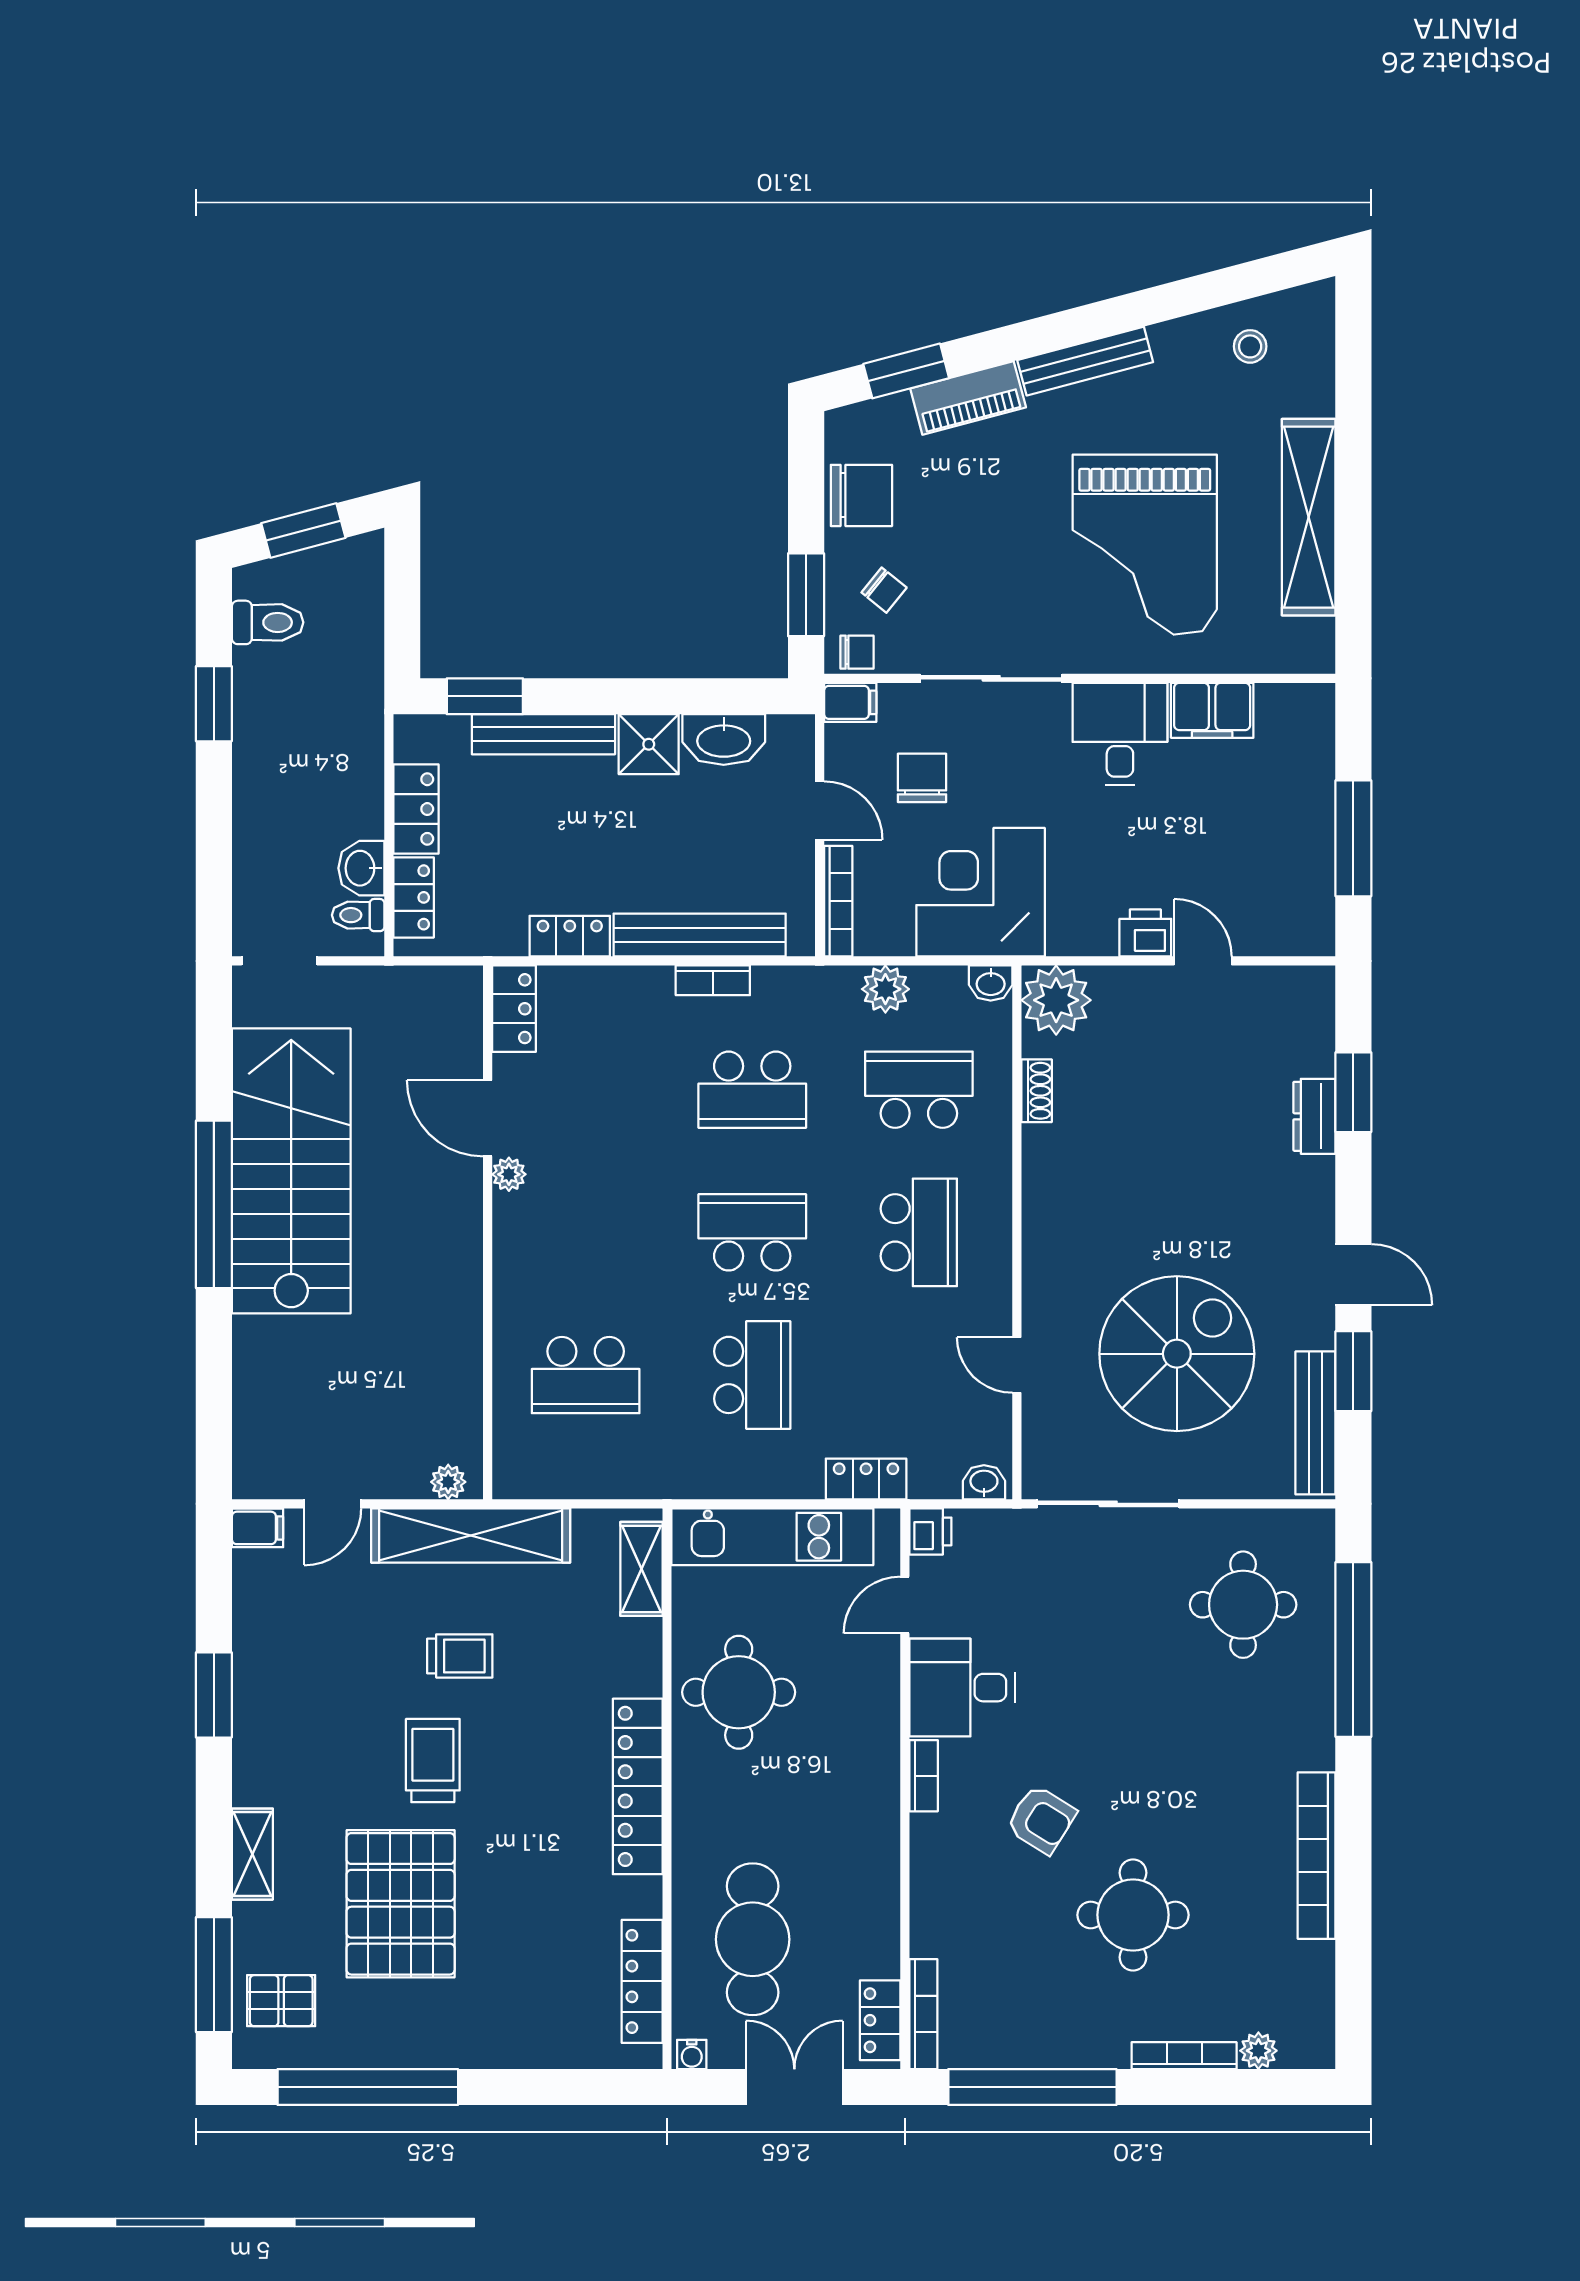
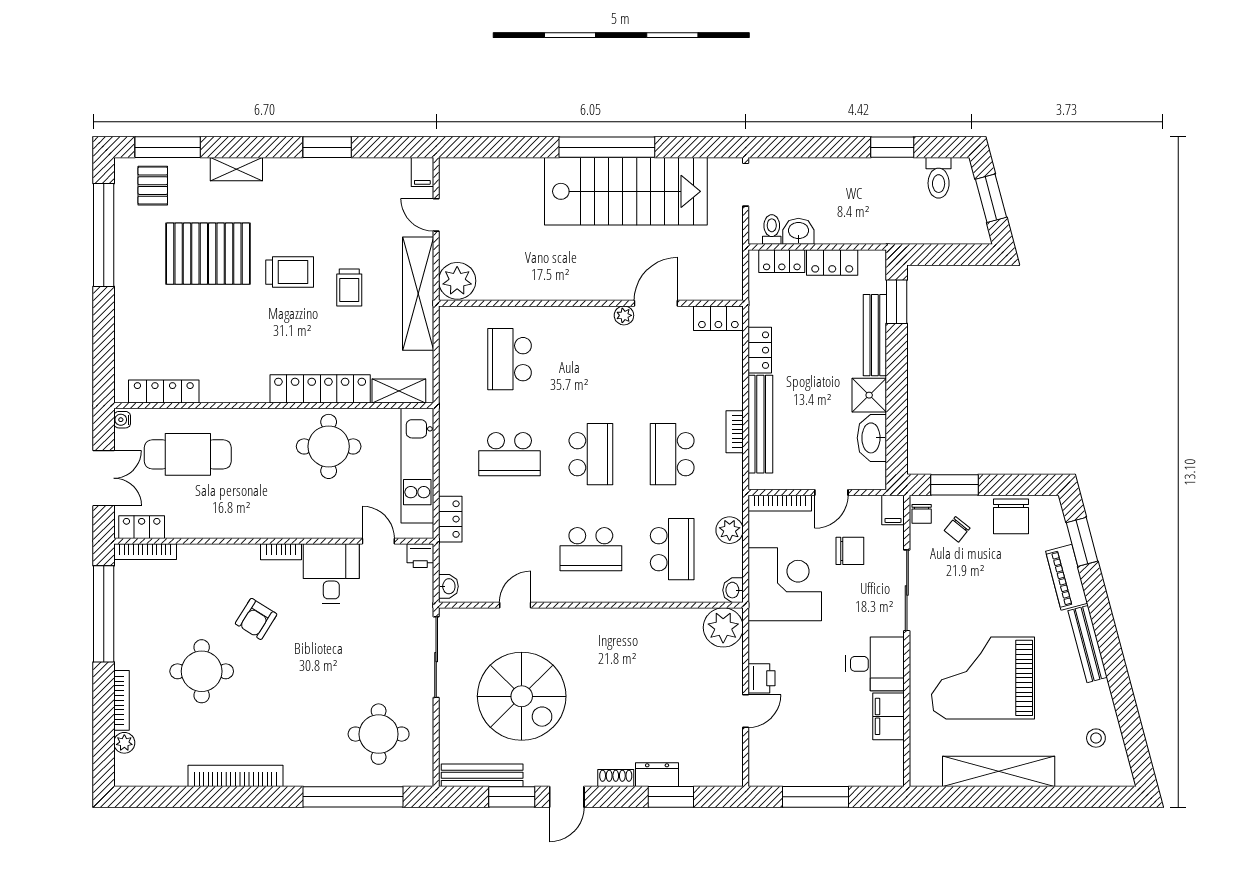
shoe rack: (1037, 1091) -> (616, 778), moved, turned 180
plant: (448, 1482) -> (457, 281), width x1.88, depth x1.88
locker: (638, 1786) -> (320, 389), moved

